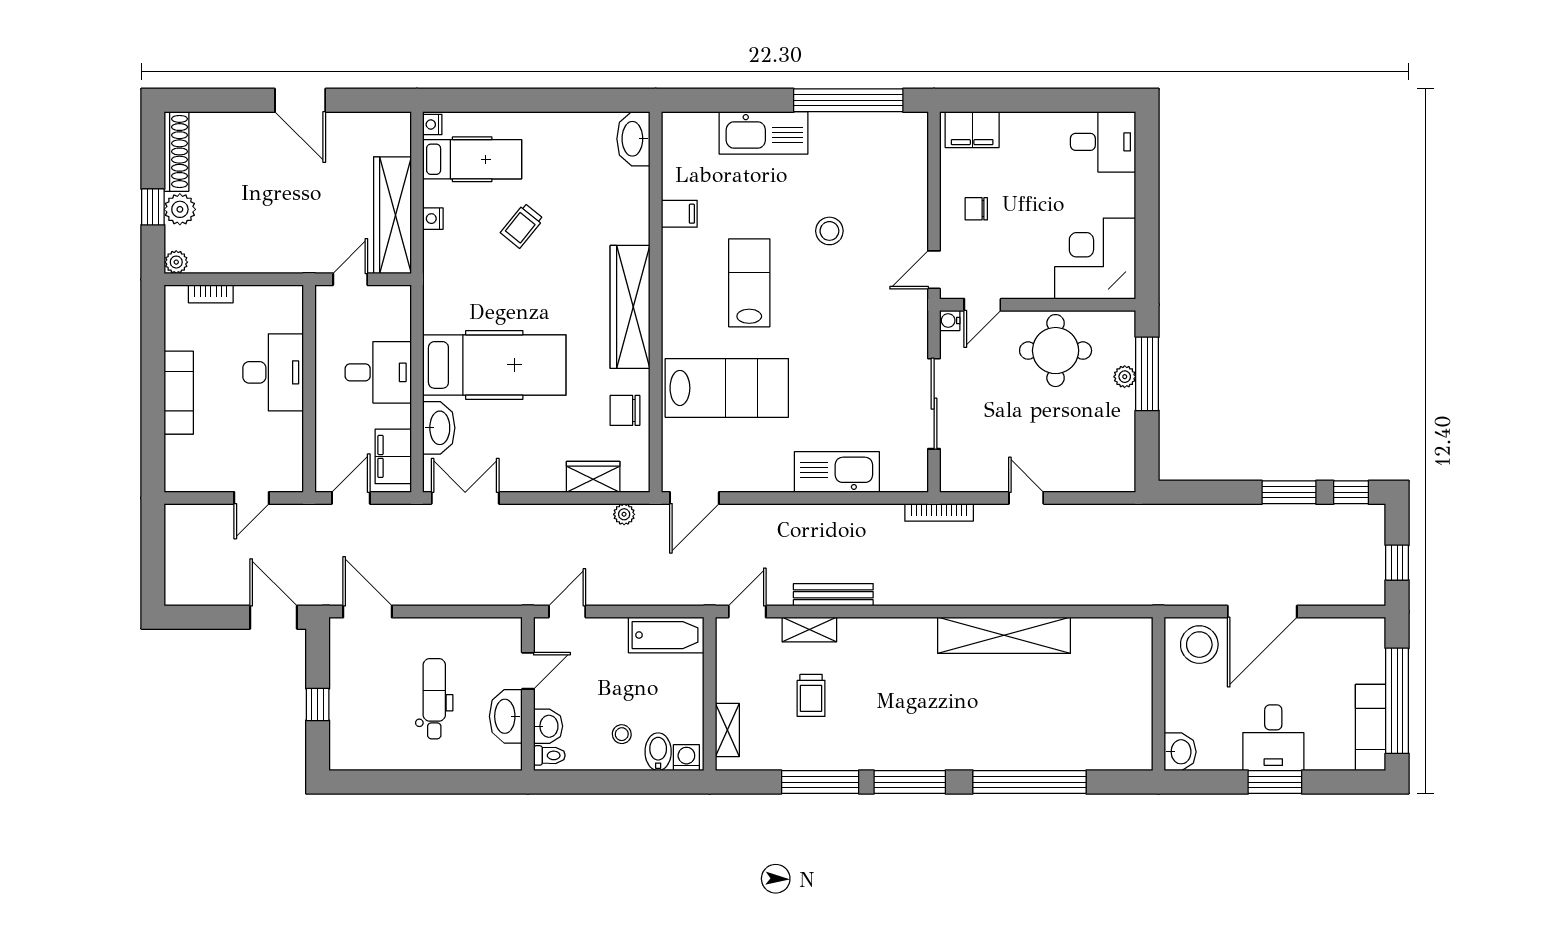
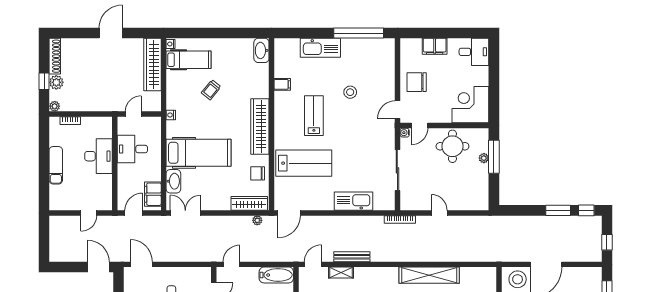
door: (300, 100) -> (111, 33), swing flipped
filing cabinet: (972, 130) -> (435, 46), moved
chair: (976, 209) -> (417, 82), width x1.87, depth x1.87
wardrobe: (392, 215) -> (152, 65), moved
nightstand: (433, 219) -> (171, 115), moved
desk: (378, 372) -> (132, 149), moved, turned 180
wardrobe: (593, 477) -> (249, 203), width x1.50

